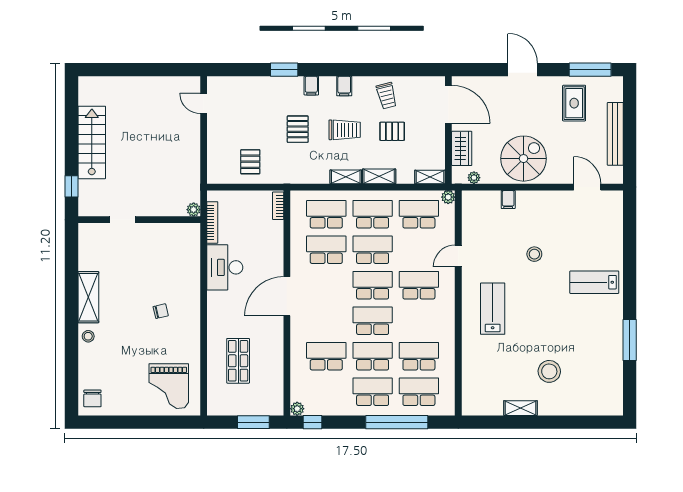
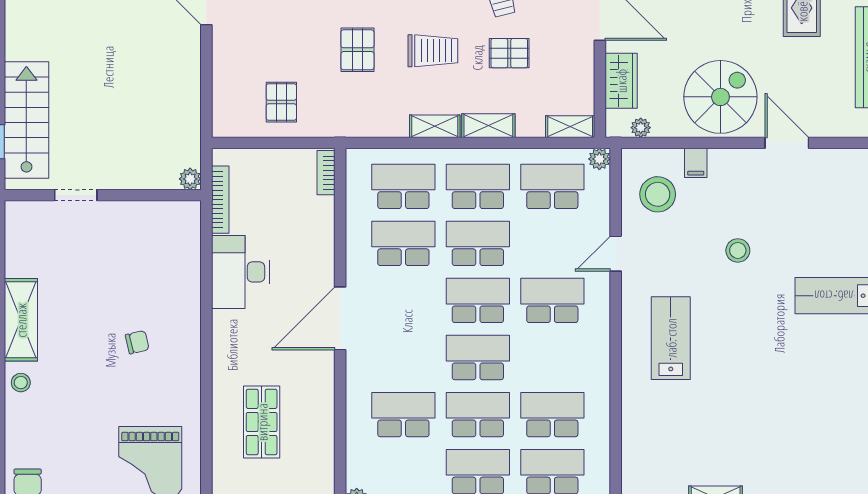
stairs: (92, 142) -> (26, 120), moved
door: (587, 187) -> (787, 143), moved
stool: (549, 371) -> (658, 194), moved

